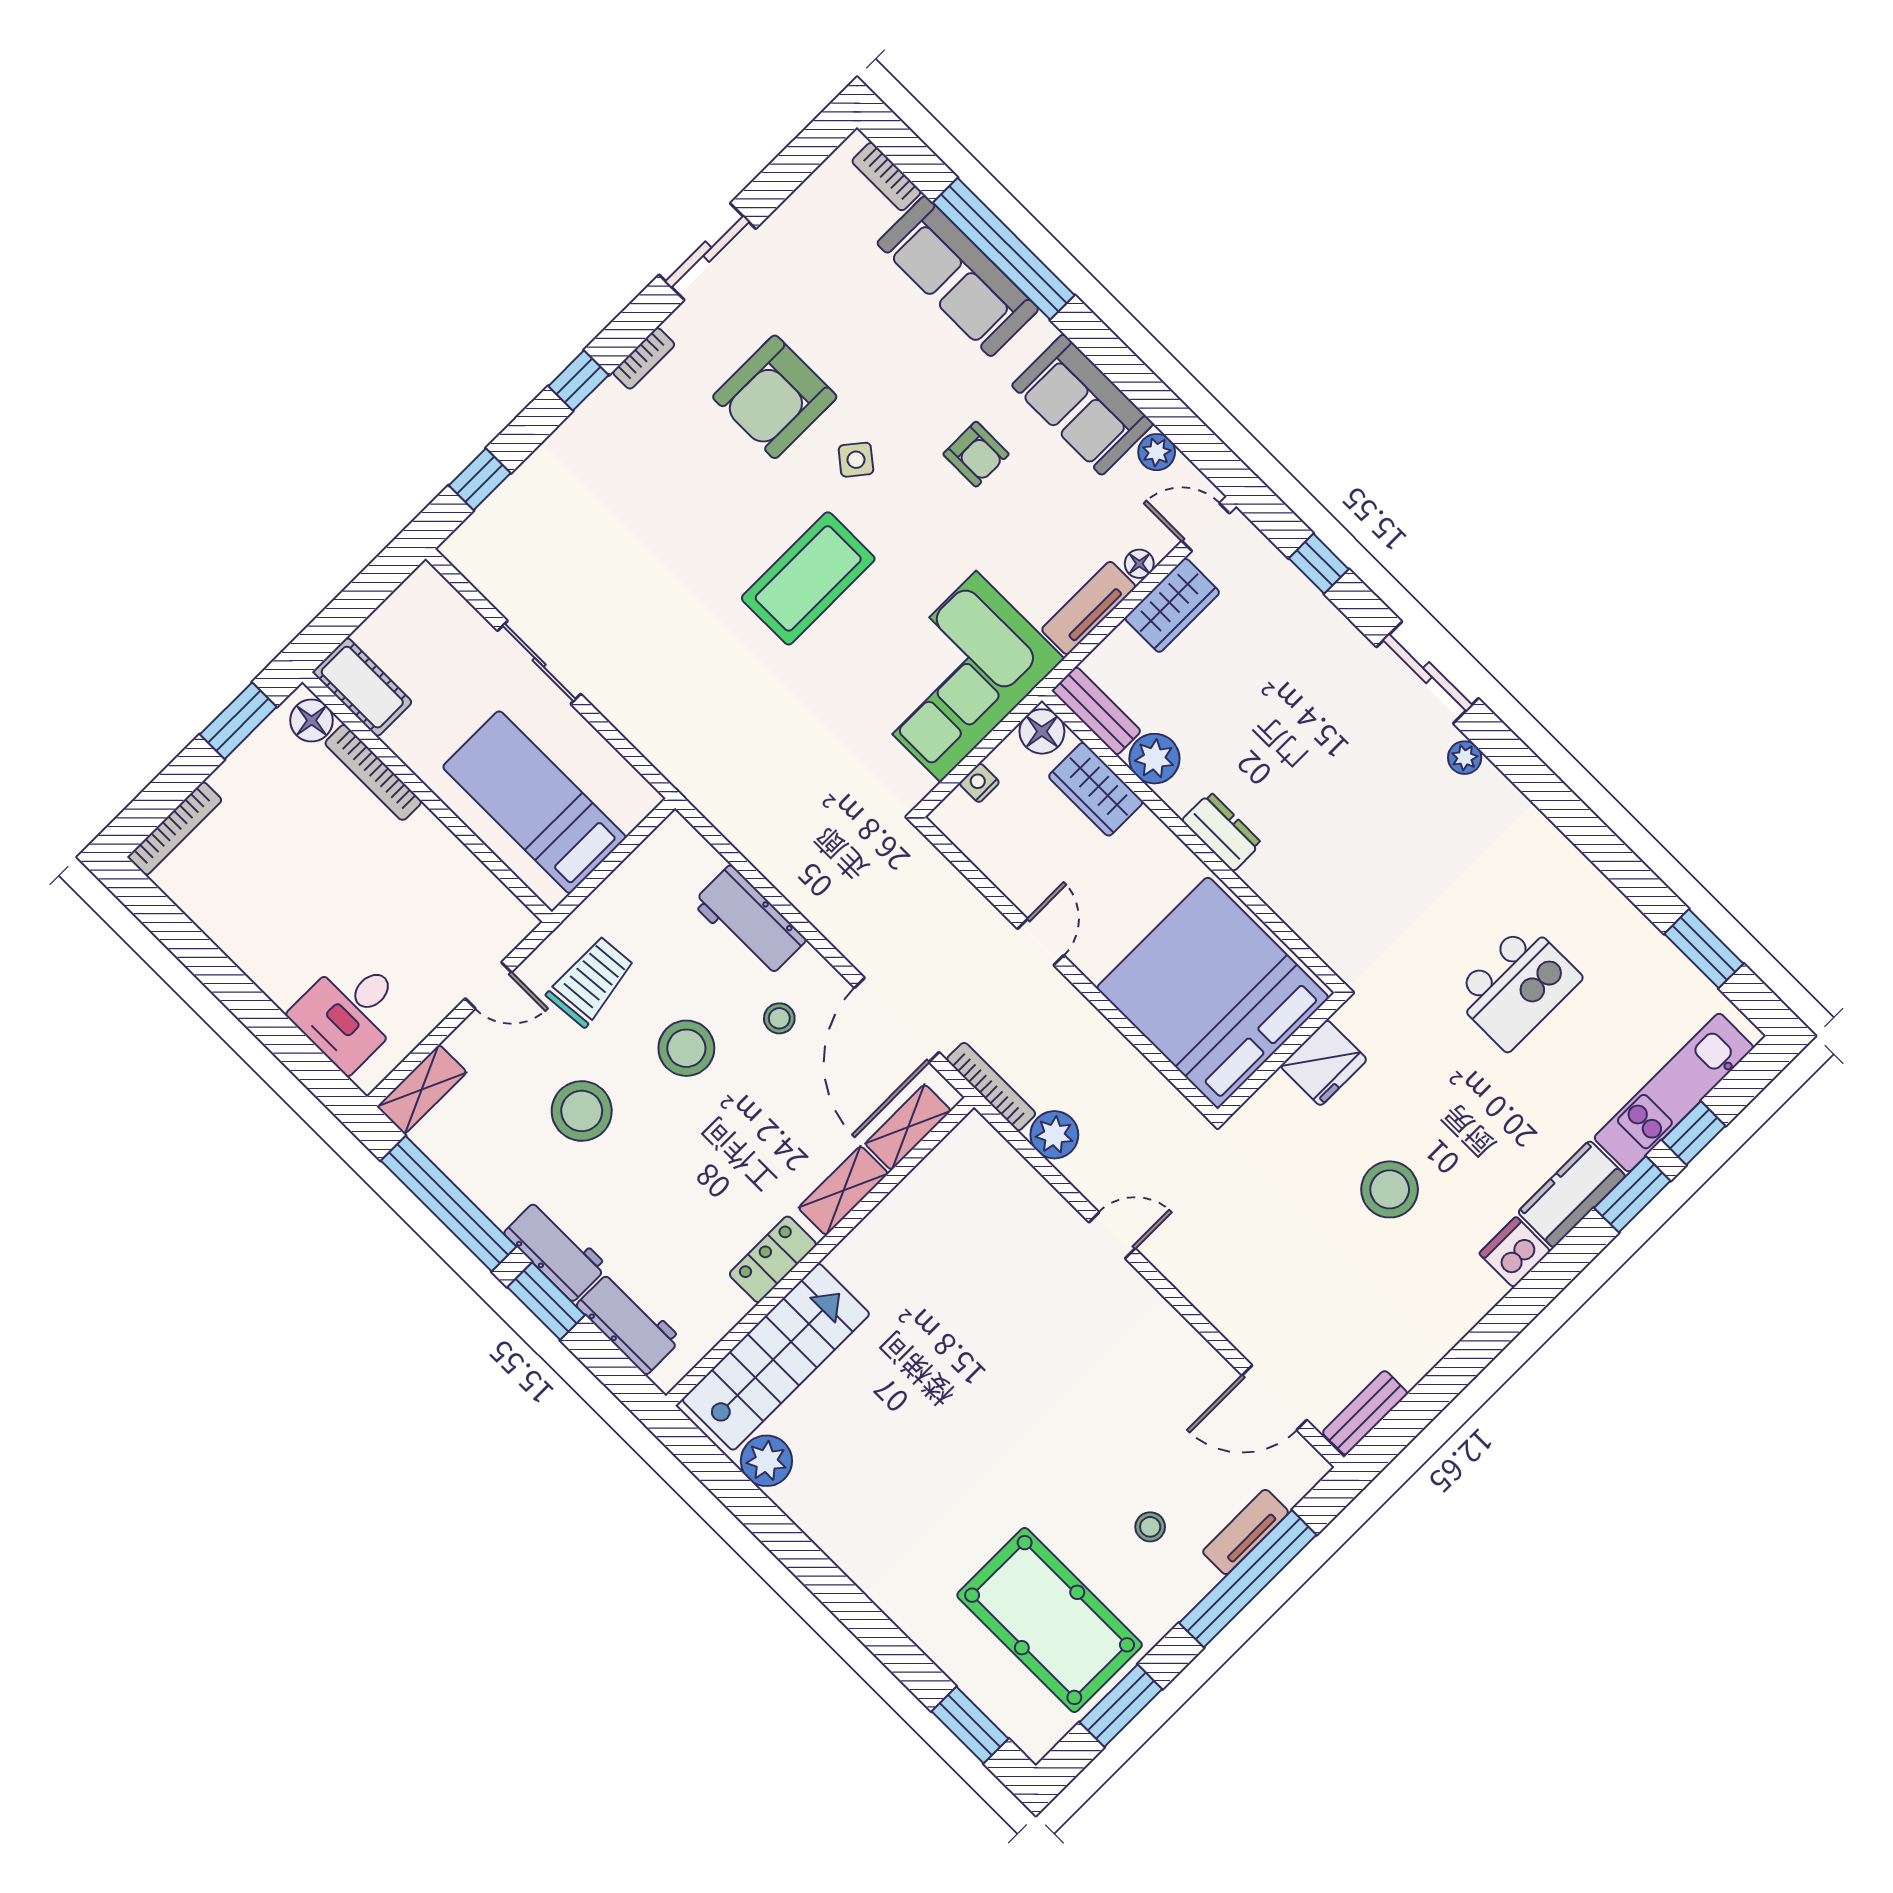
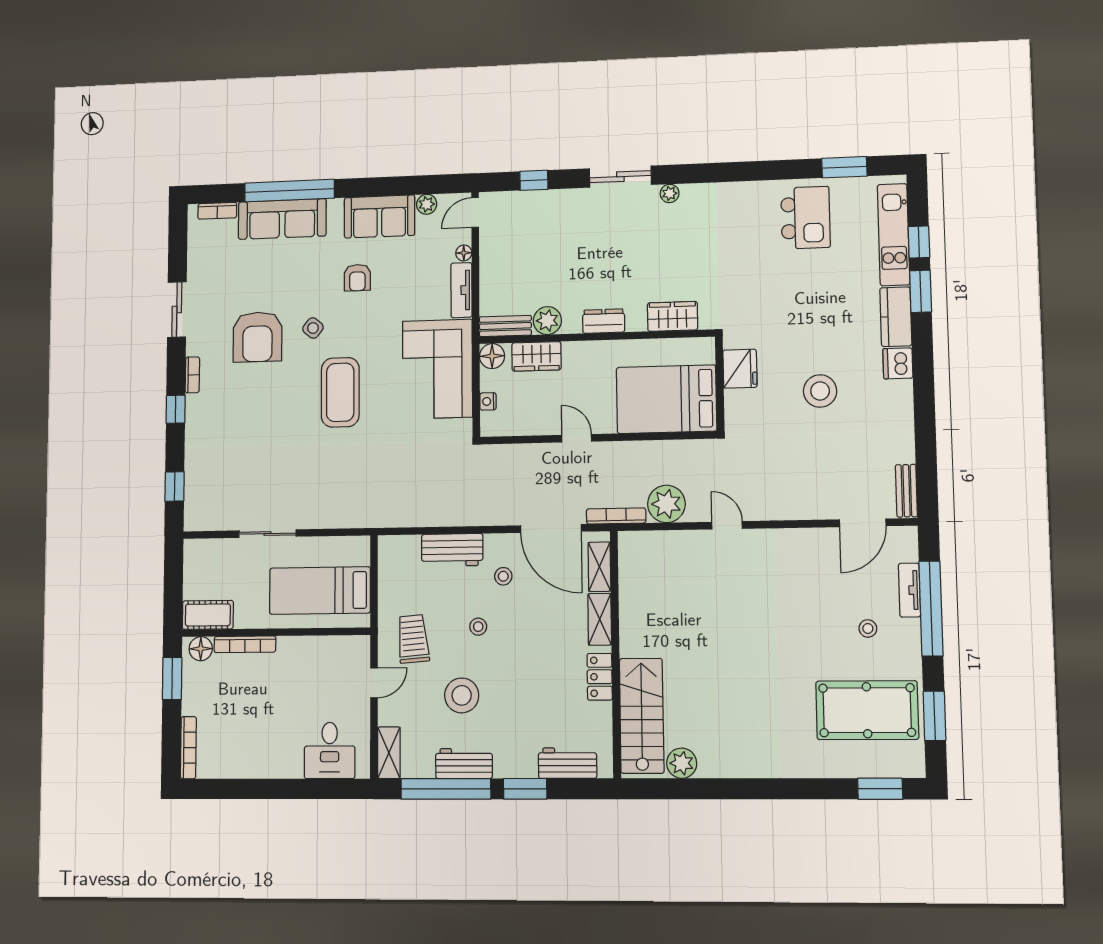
armchair: (976, 454) -> (357, 278), turned 90
wardrobe: (1172, 605) -> (673, 316), moved, turned -90
kitchen island: (1517, 987) -> (805, 218), moved
bed: (1213, 993) -> (666, 399), width x0.73
stool: (686, 1048) -> (478, 627), width x0.53, depth x0.53
plant: (1054, 1135) -> (666, 504), width x1.36, depth x1.36
door: (1112, 1235) -> (727, 525), hinge flipped
workbench: (556, 1250) -> (464, 764), moved

